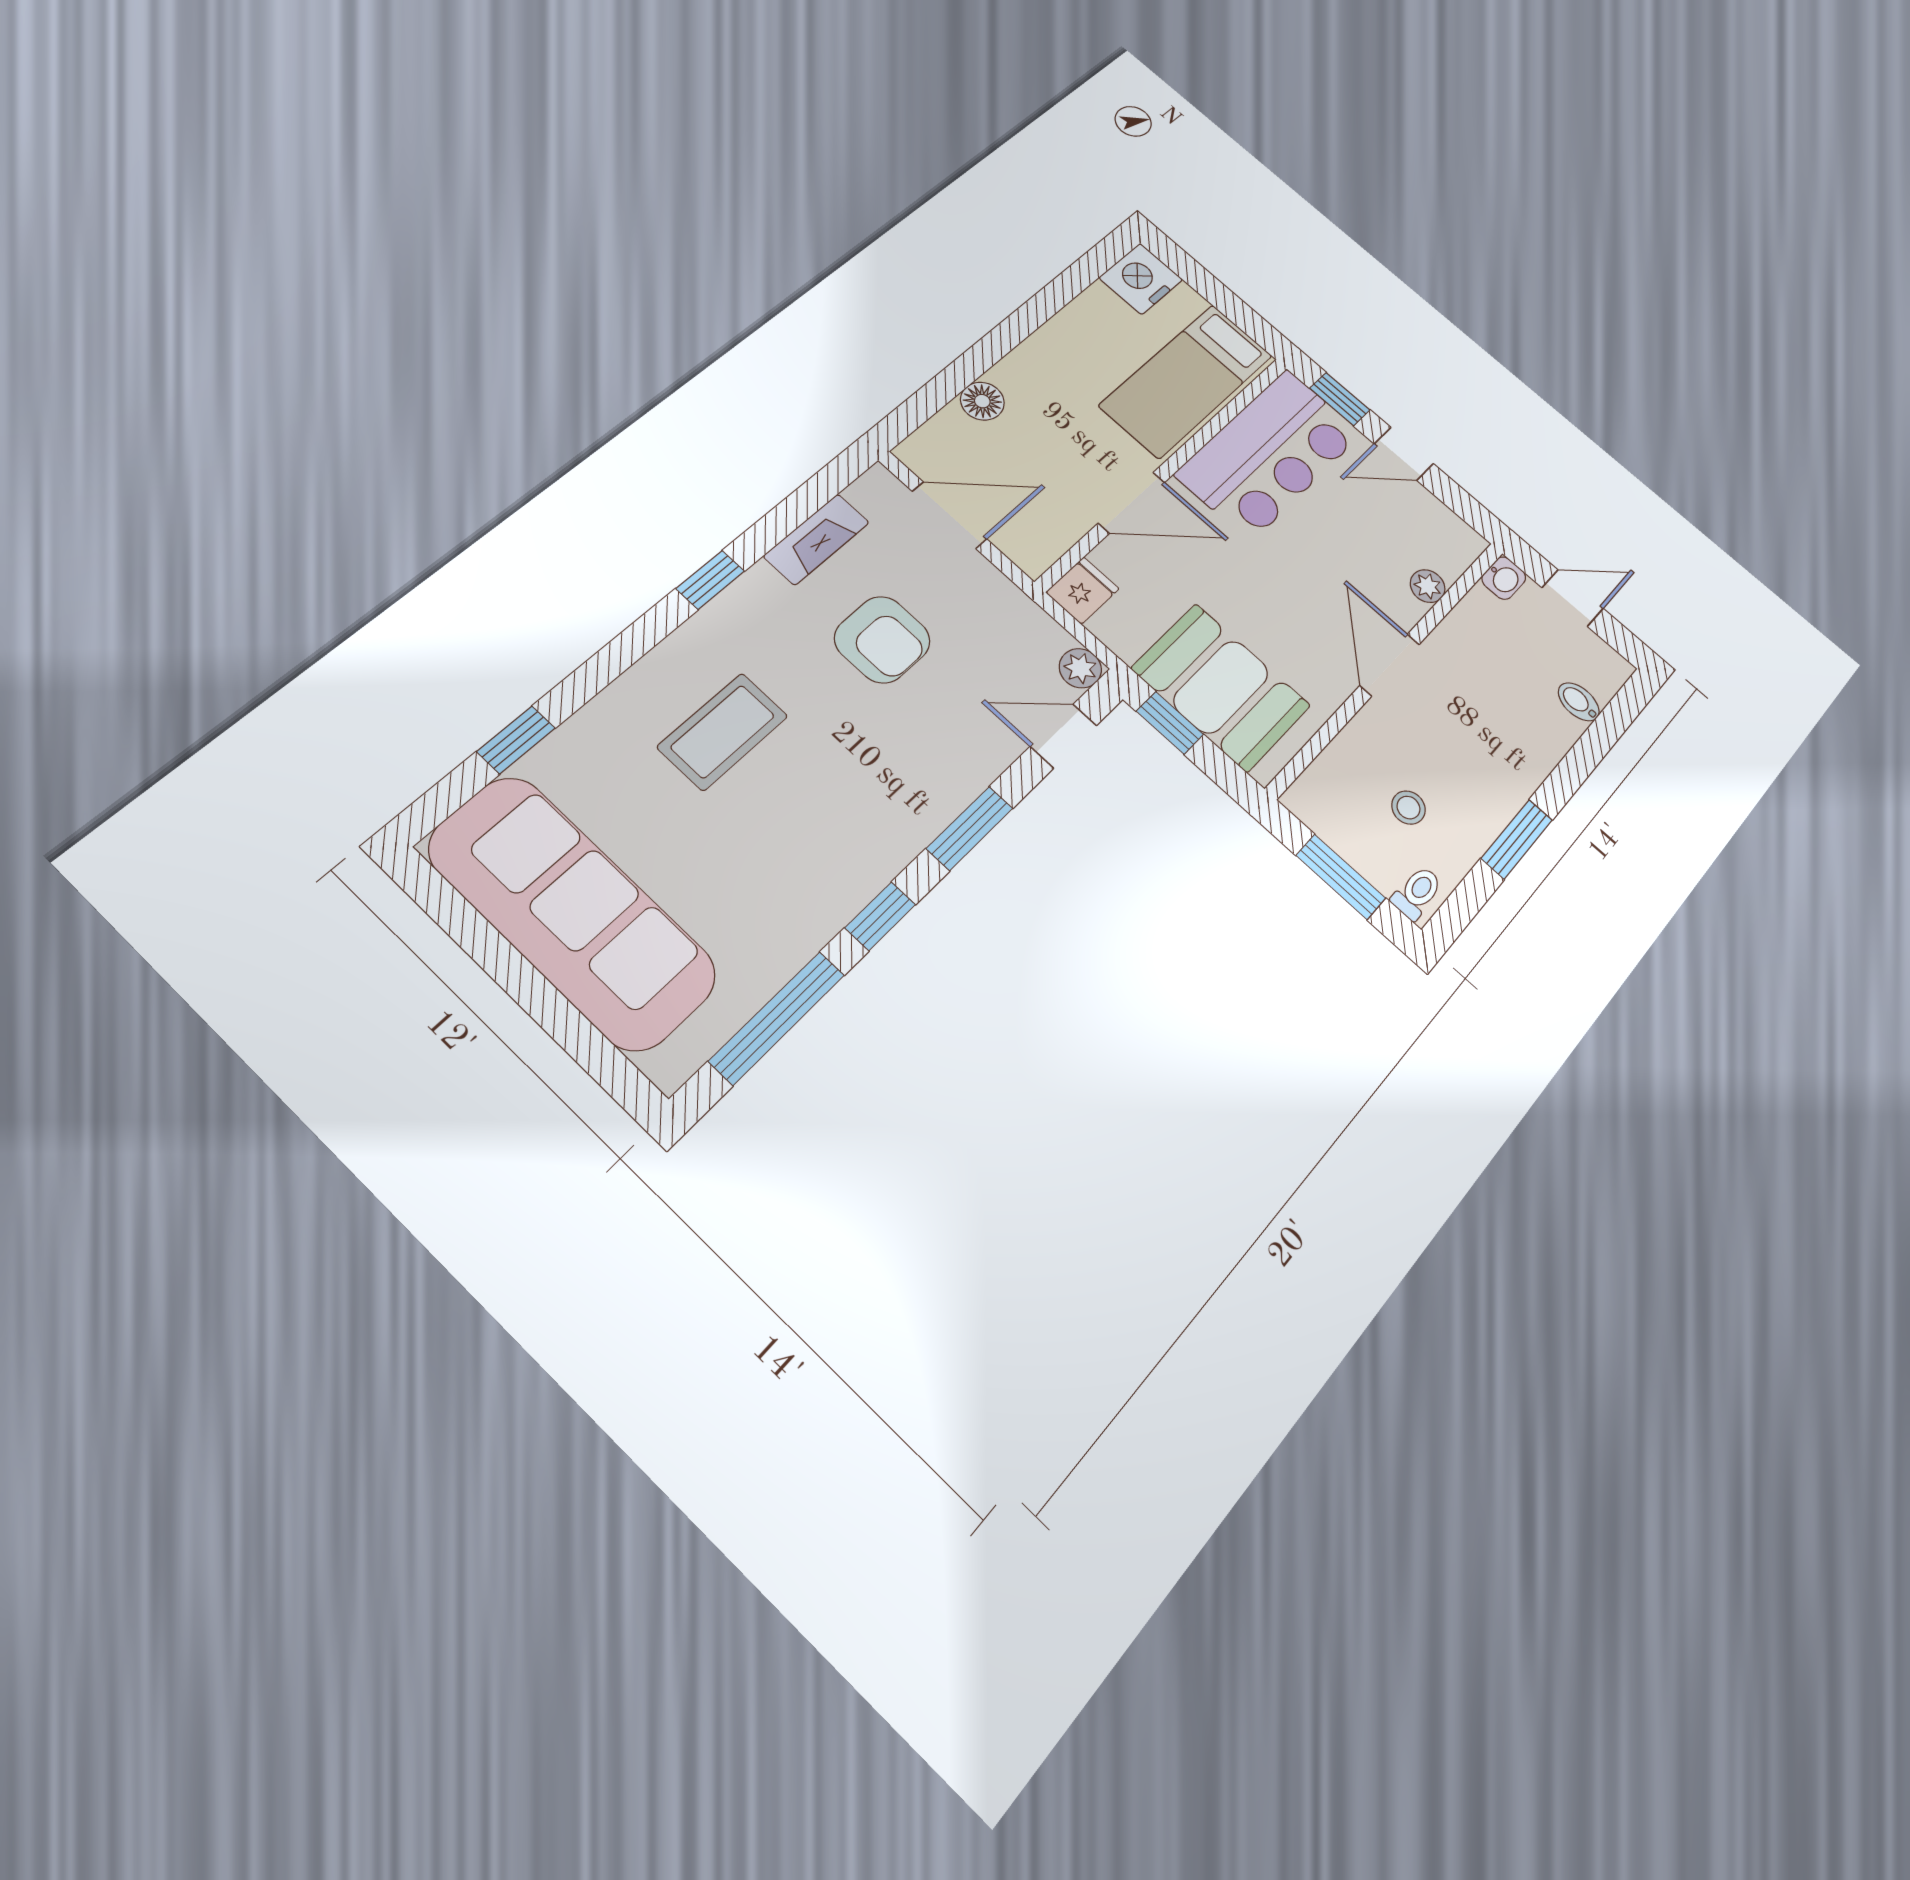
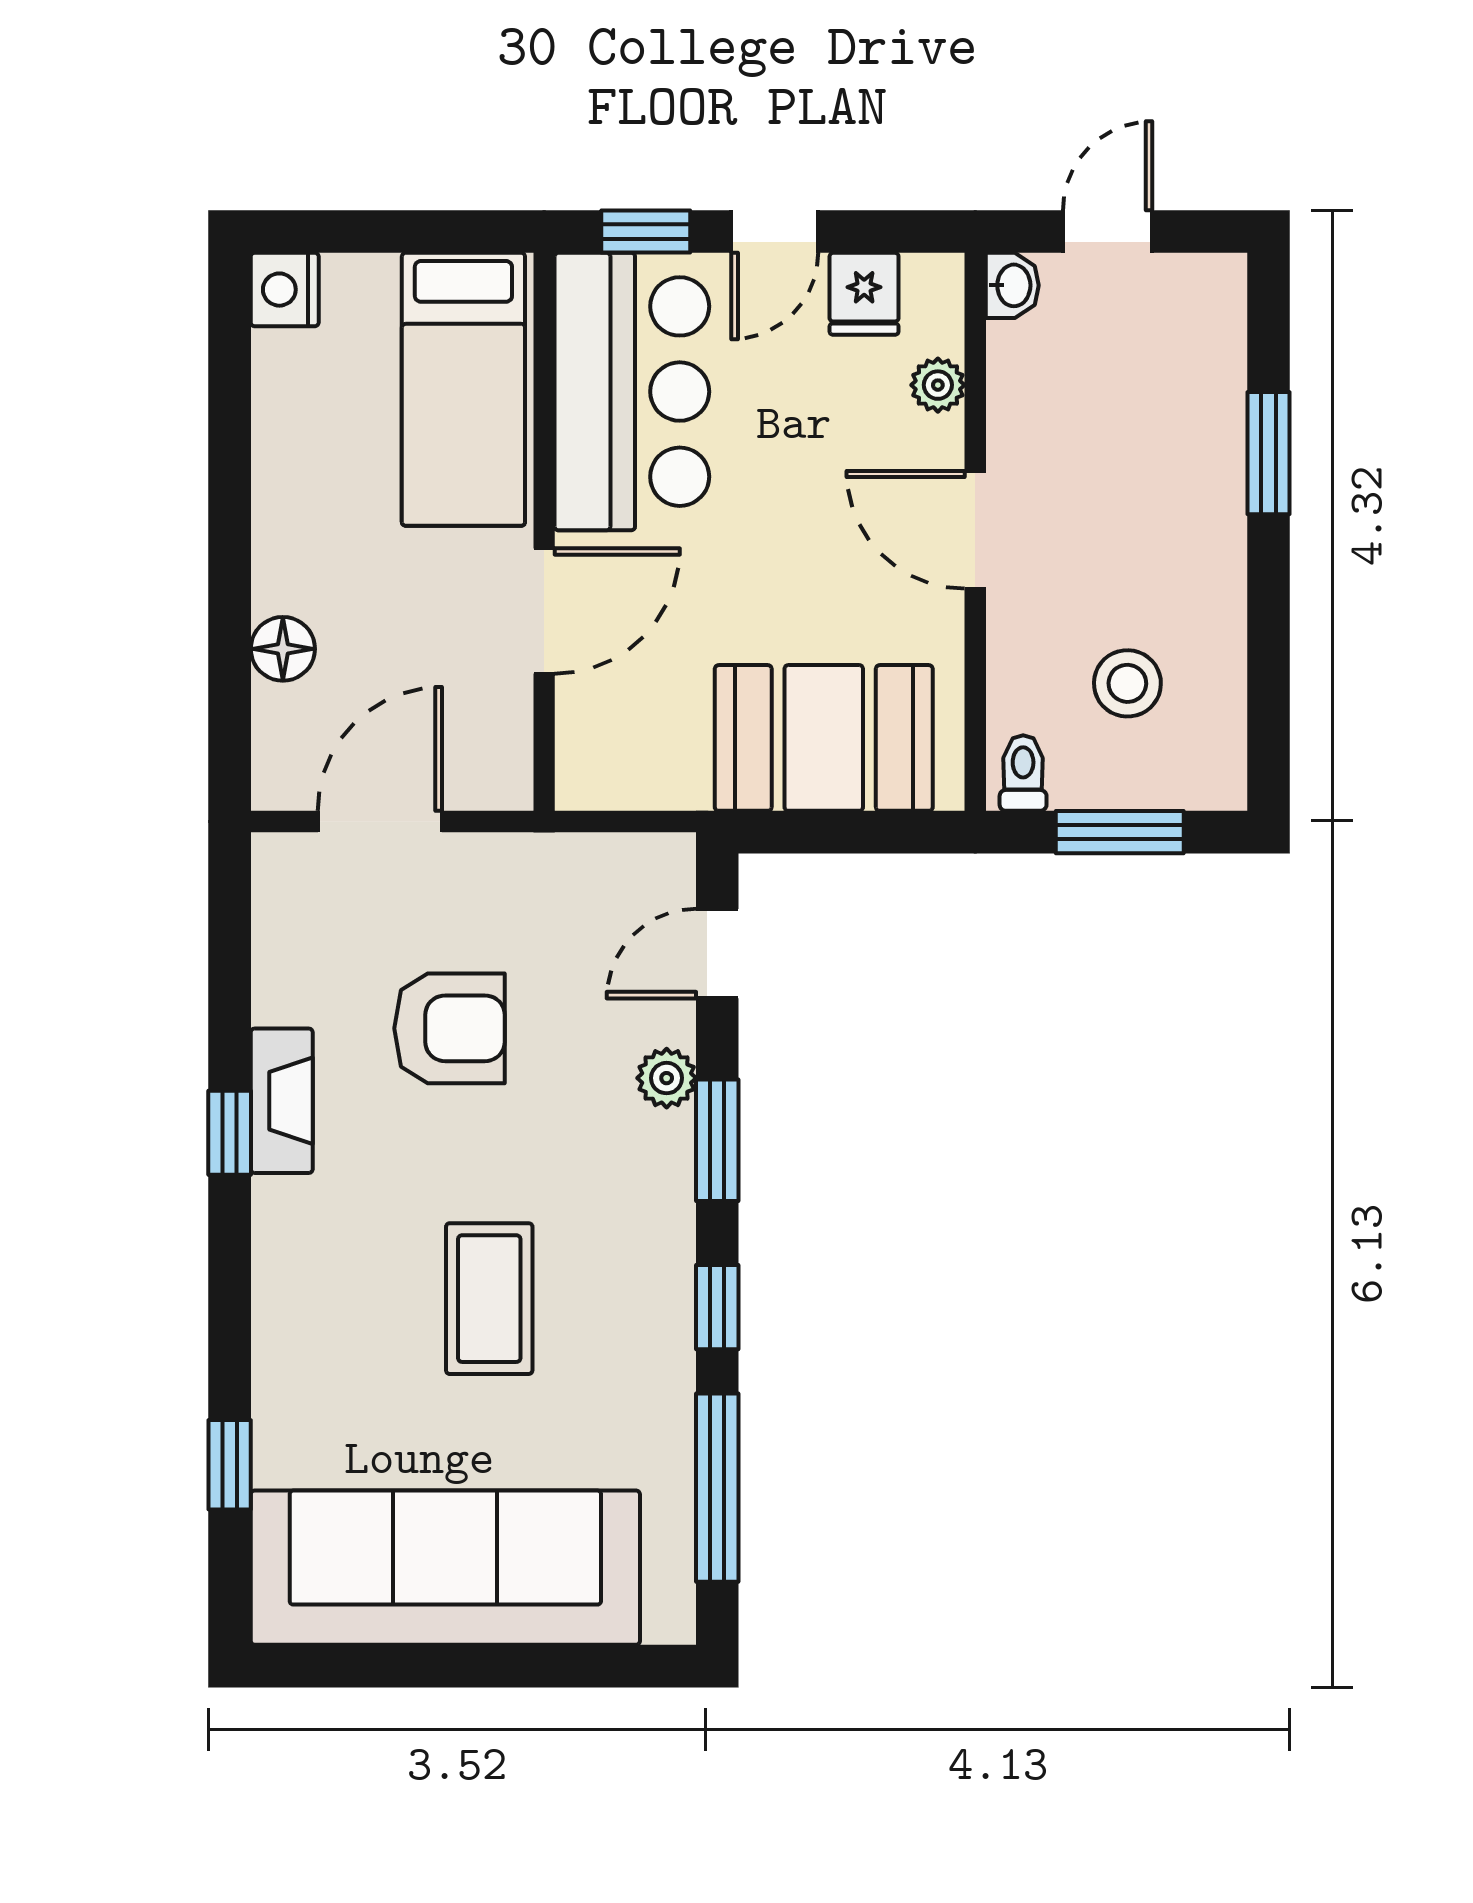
nightstand: (1141, 279) -> (285, 290), width x0.74, depth x0.75
fireplace: (816, 539) -> (282, 1101), moved
fridge: (1083, 590) -> (864, 294), moved, turned 180
plant: (1080, 668) -> (667, 1078), moved
bidet: (1579, 702) -> (1213, 365), removed
window: (1170, 723) -> (808, 832), removed
coffee table: (723, 732) -> (489, 1299), moved
stool: (1408, 808) -> (1127, 683), width x1.37, depth x1.37
window: (1517, 839) -> (1268, 453), moved
toilet: (1417, 893) -> (1023, 773), moved

